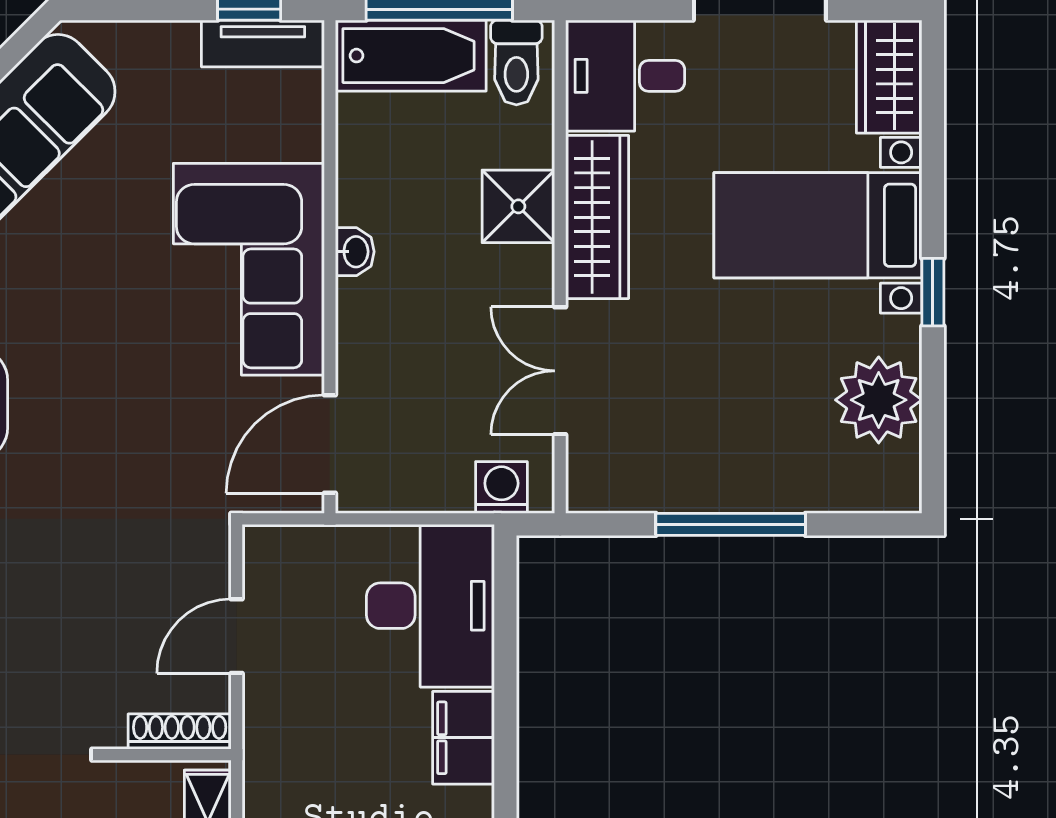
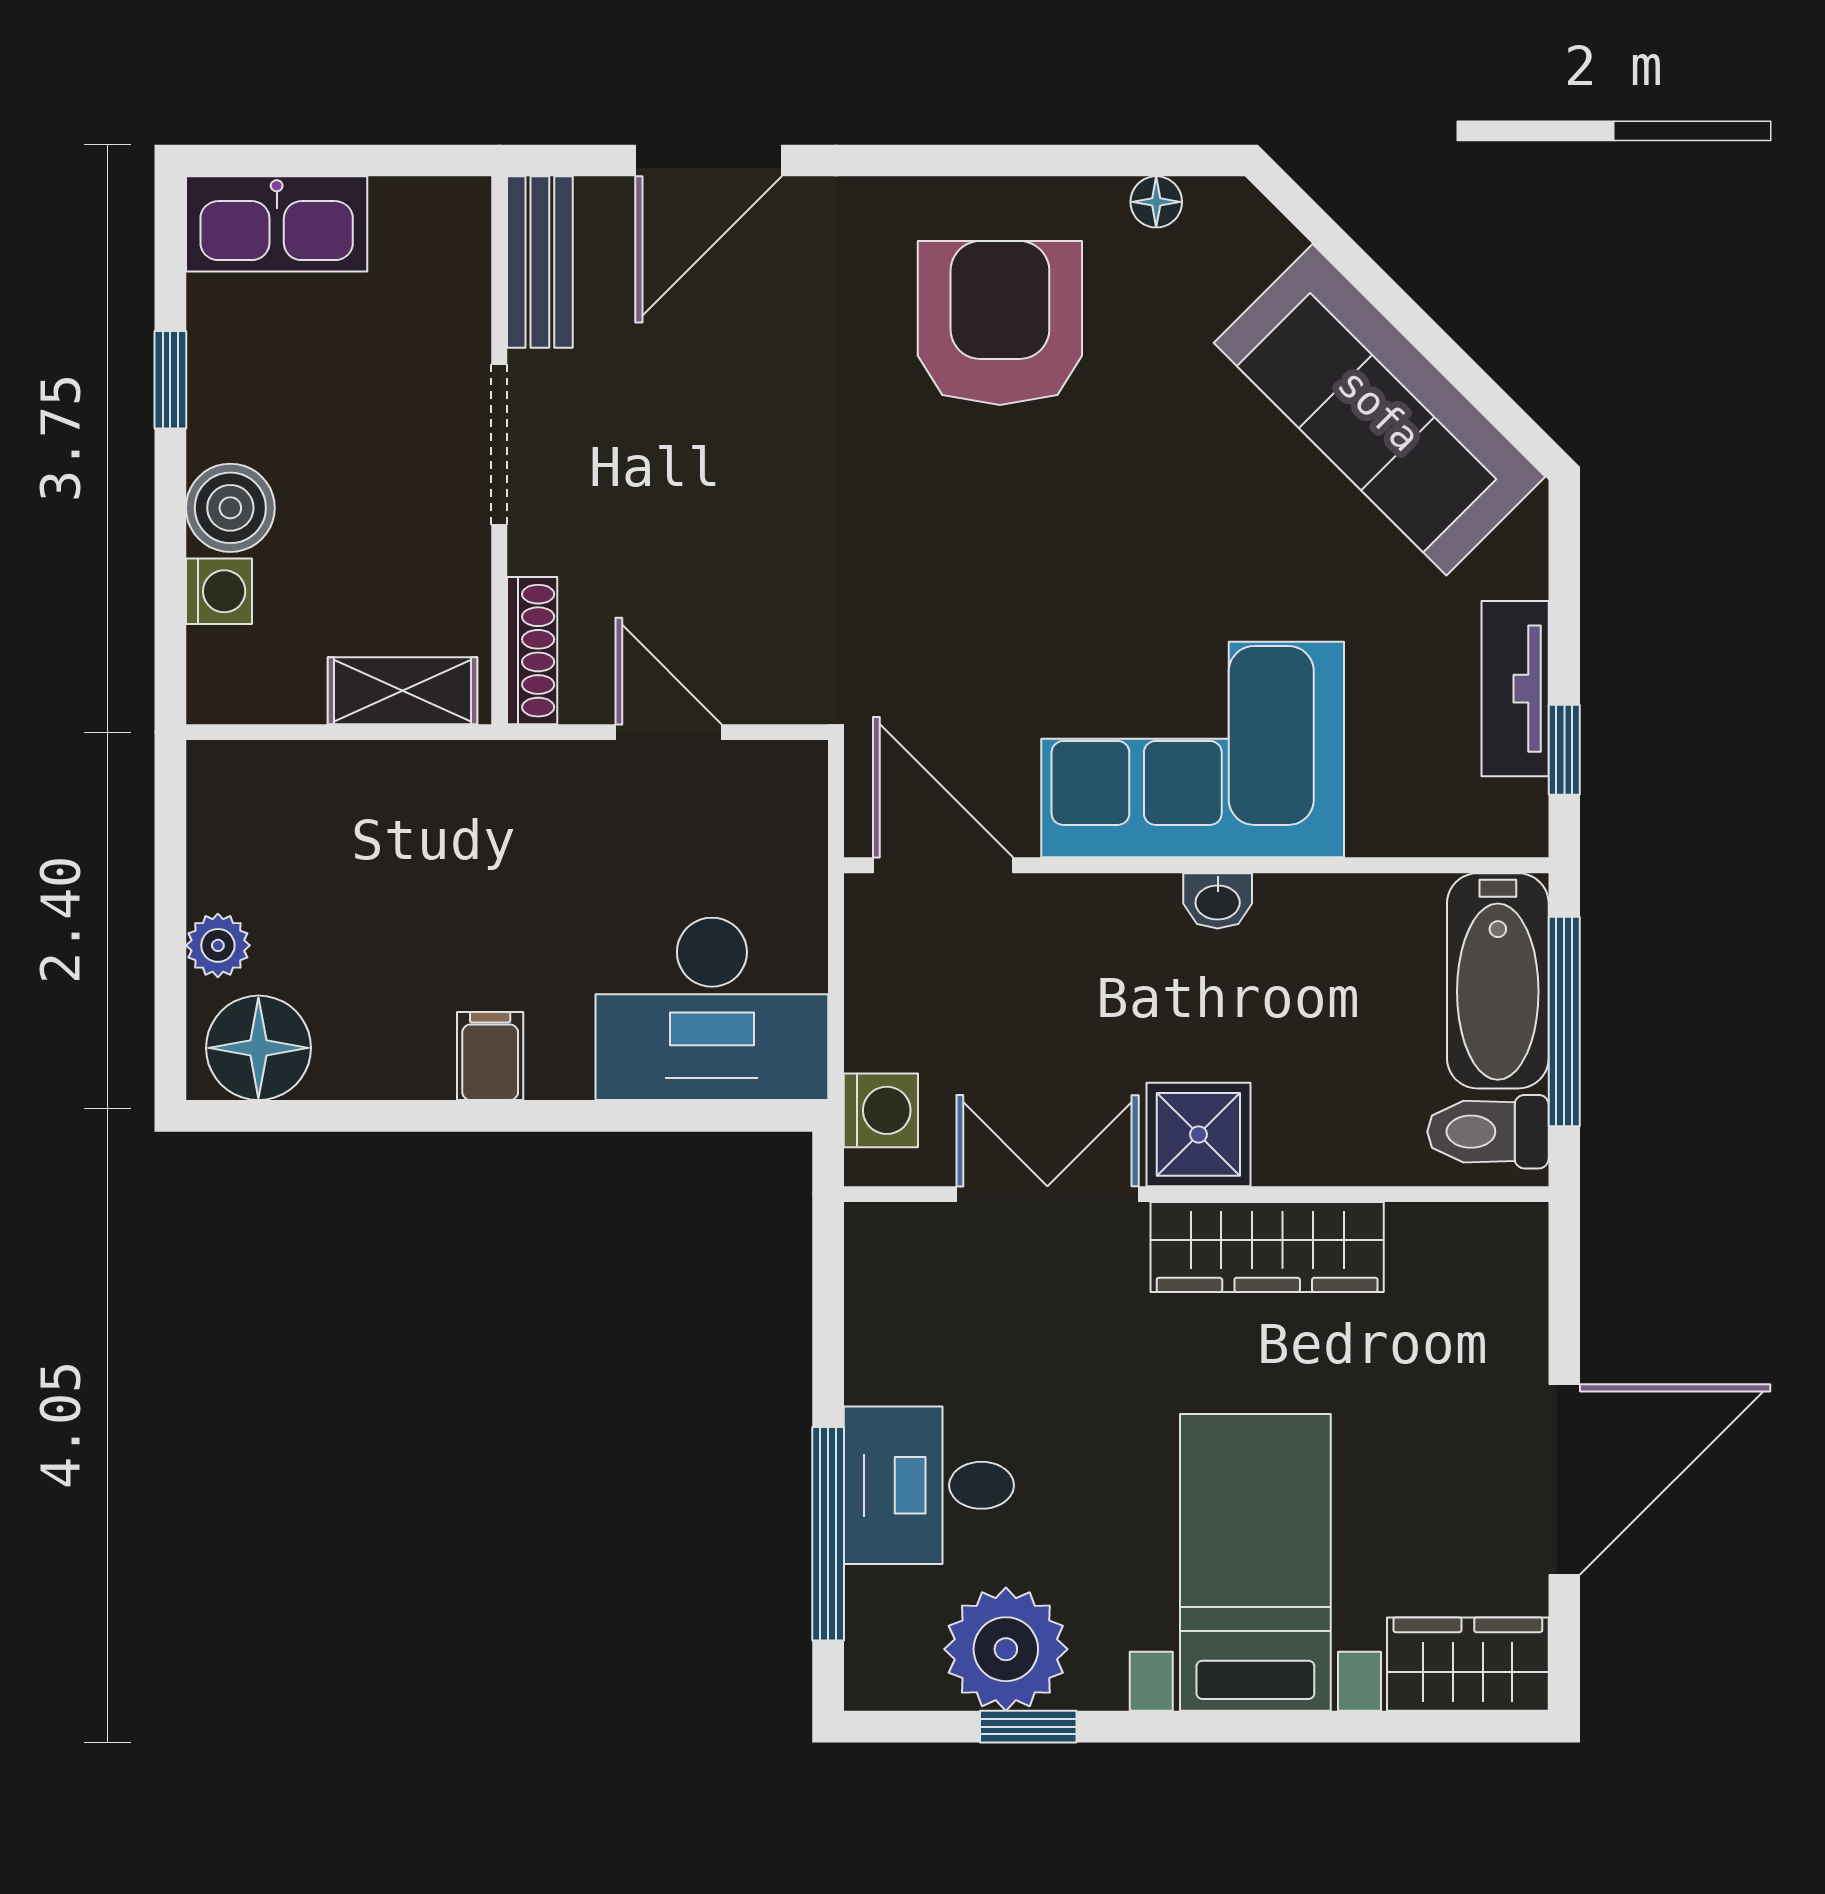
tv unit: (263, 43) -> (1515, 689), moved
desk: (625, 76) -> (929, 1485), moved, turned -90
shower: (518, 206) -> (1198, 1134), moved
window: (933, 292) -> (1028, 1727), moved
window: (731, 524) -> (828, 1534), moved
filing cabinet: (463, 738) -> (490, 1056), width x0.50

